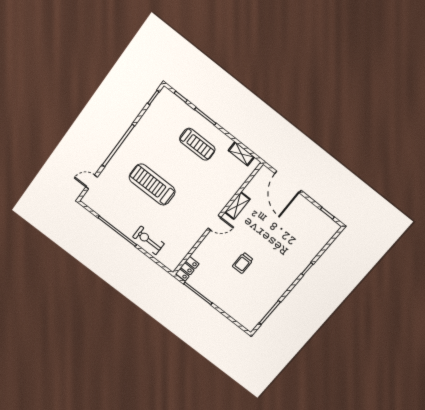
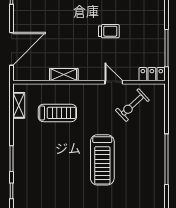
treadmill: (197, 144) -> (57, 113), moved, turned 90
door: (214, 223) -> (114, 82), moved
exercise bike: (148, 240) -> (132, 105), moved, turned 47

